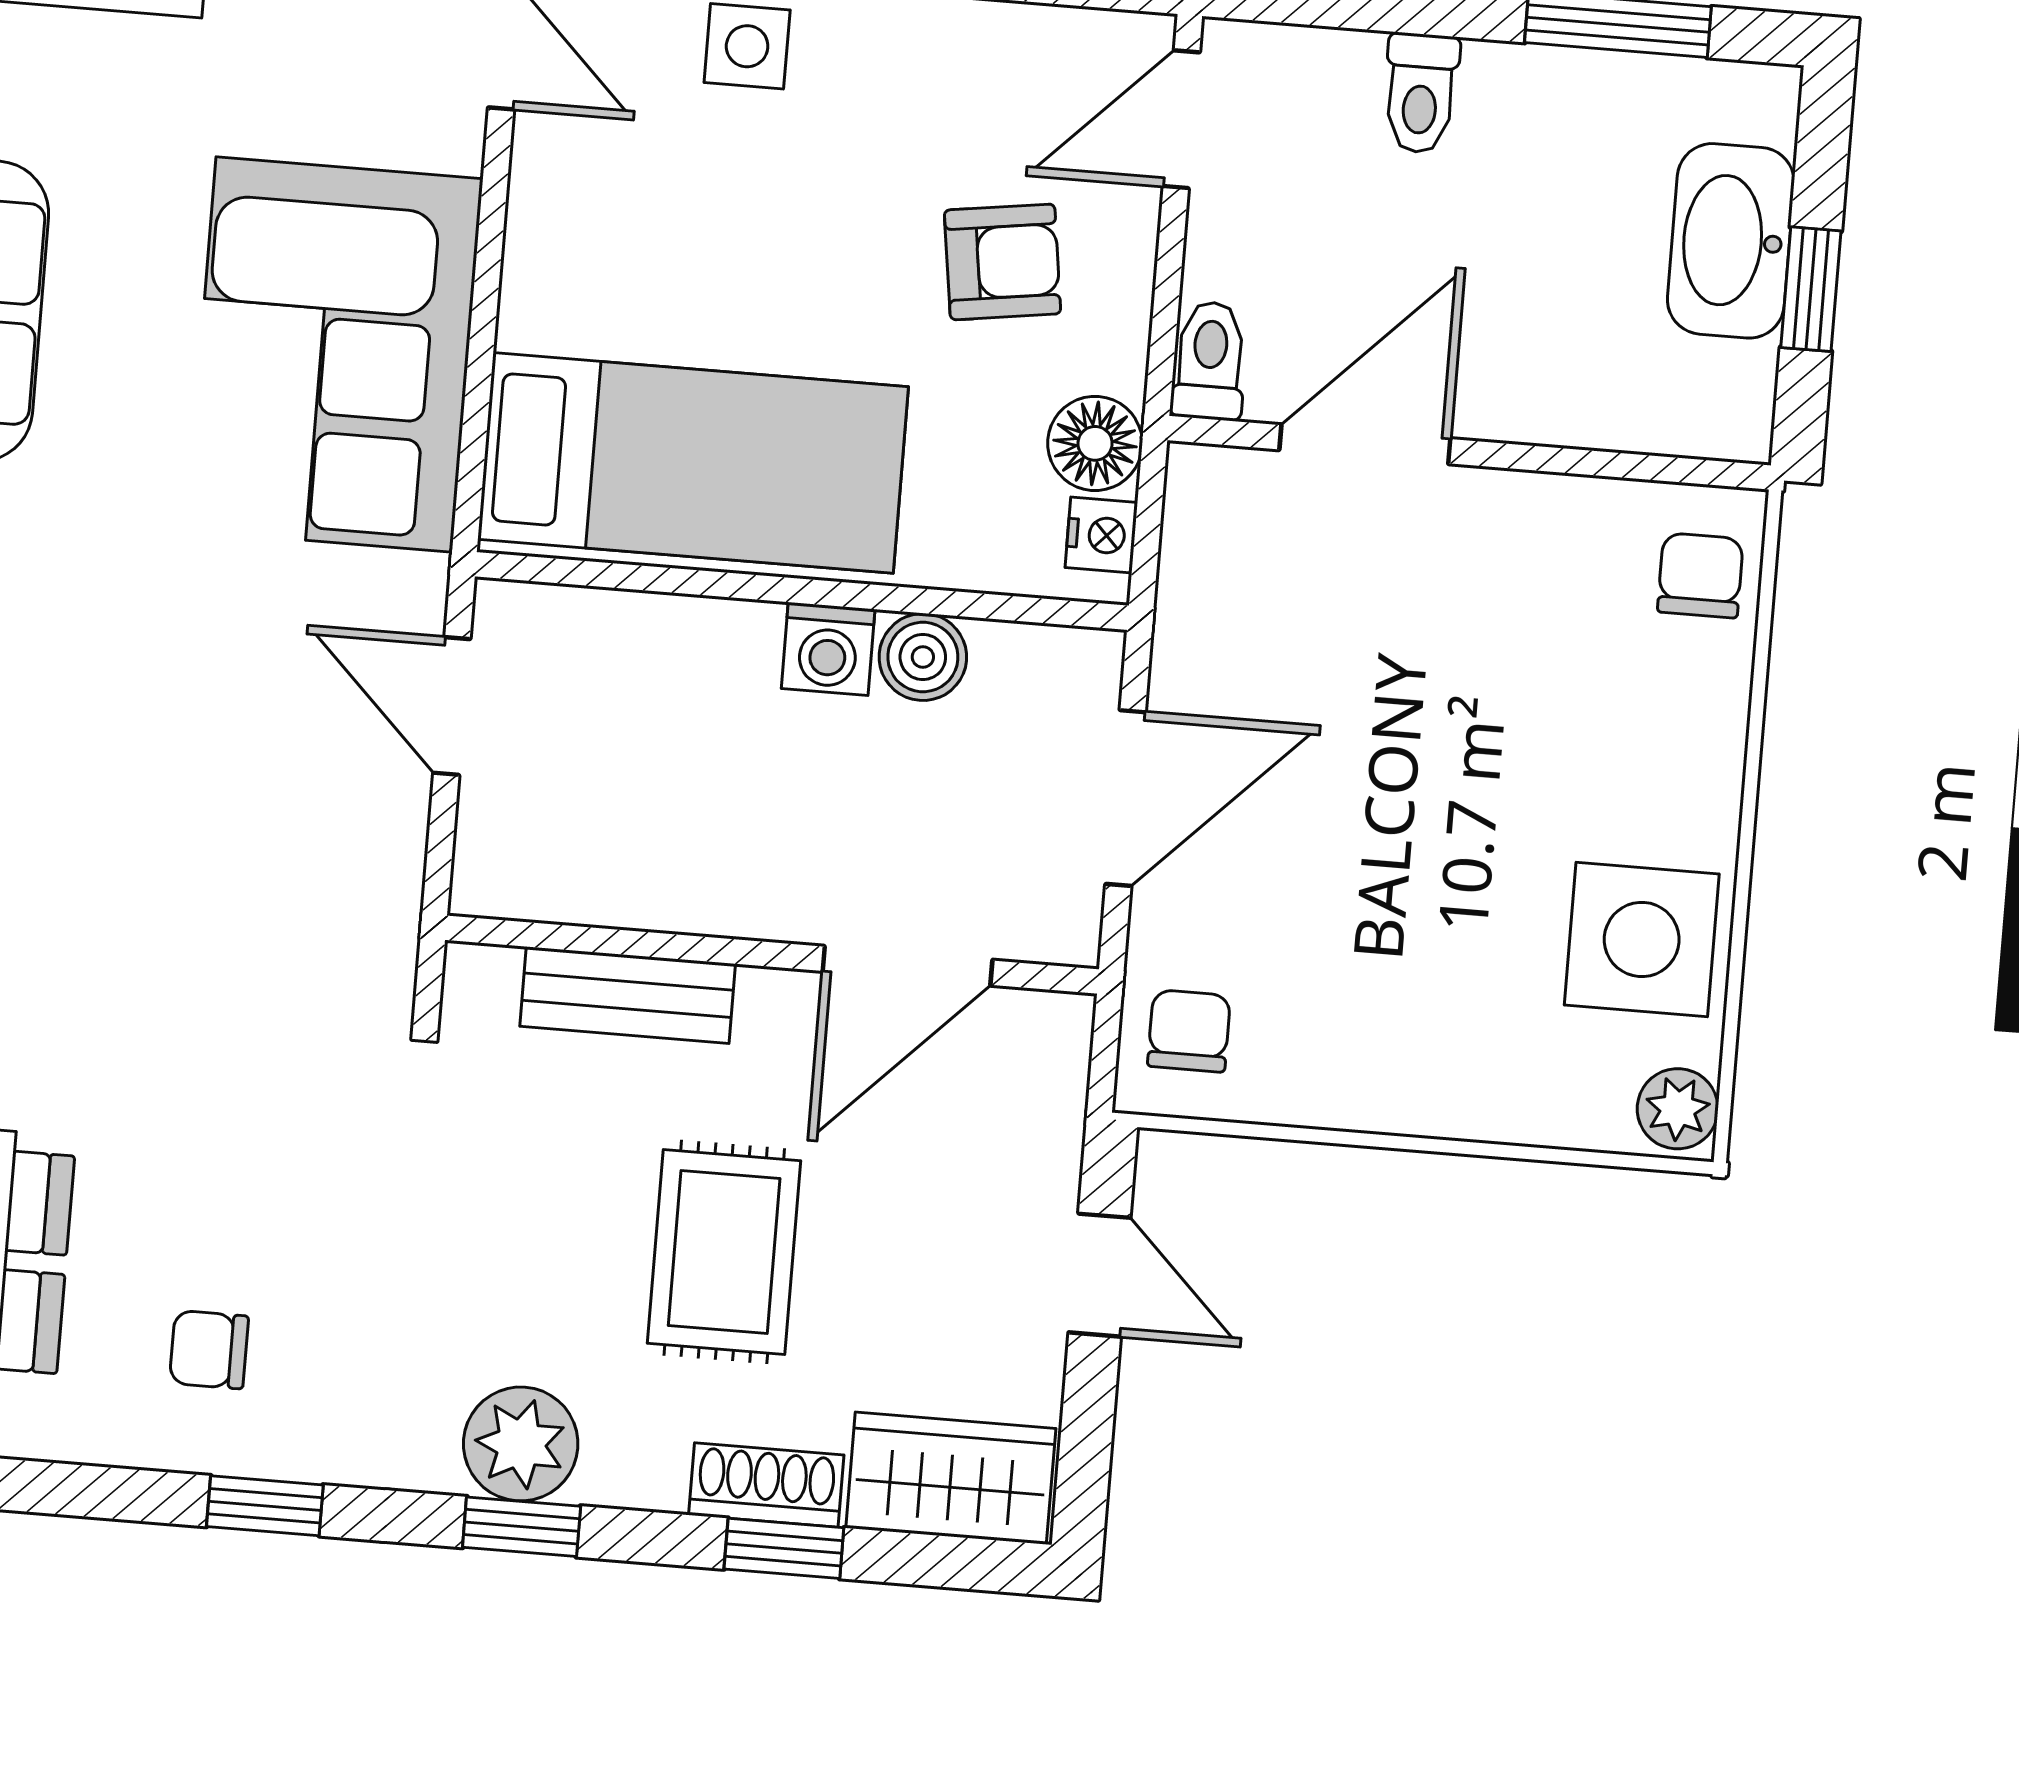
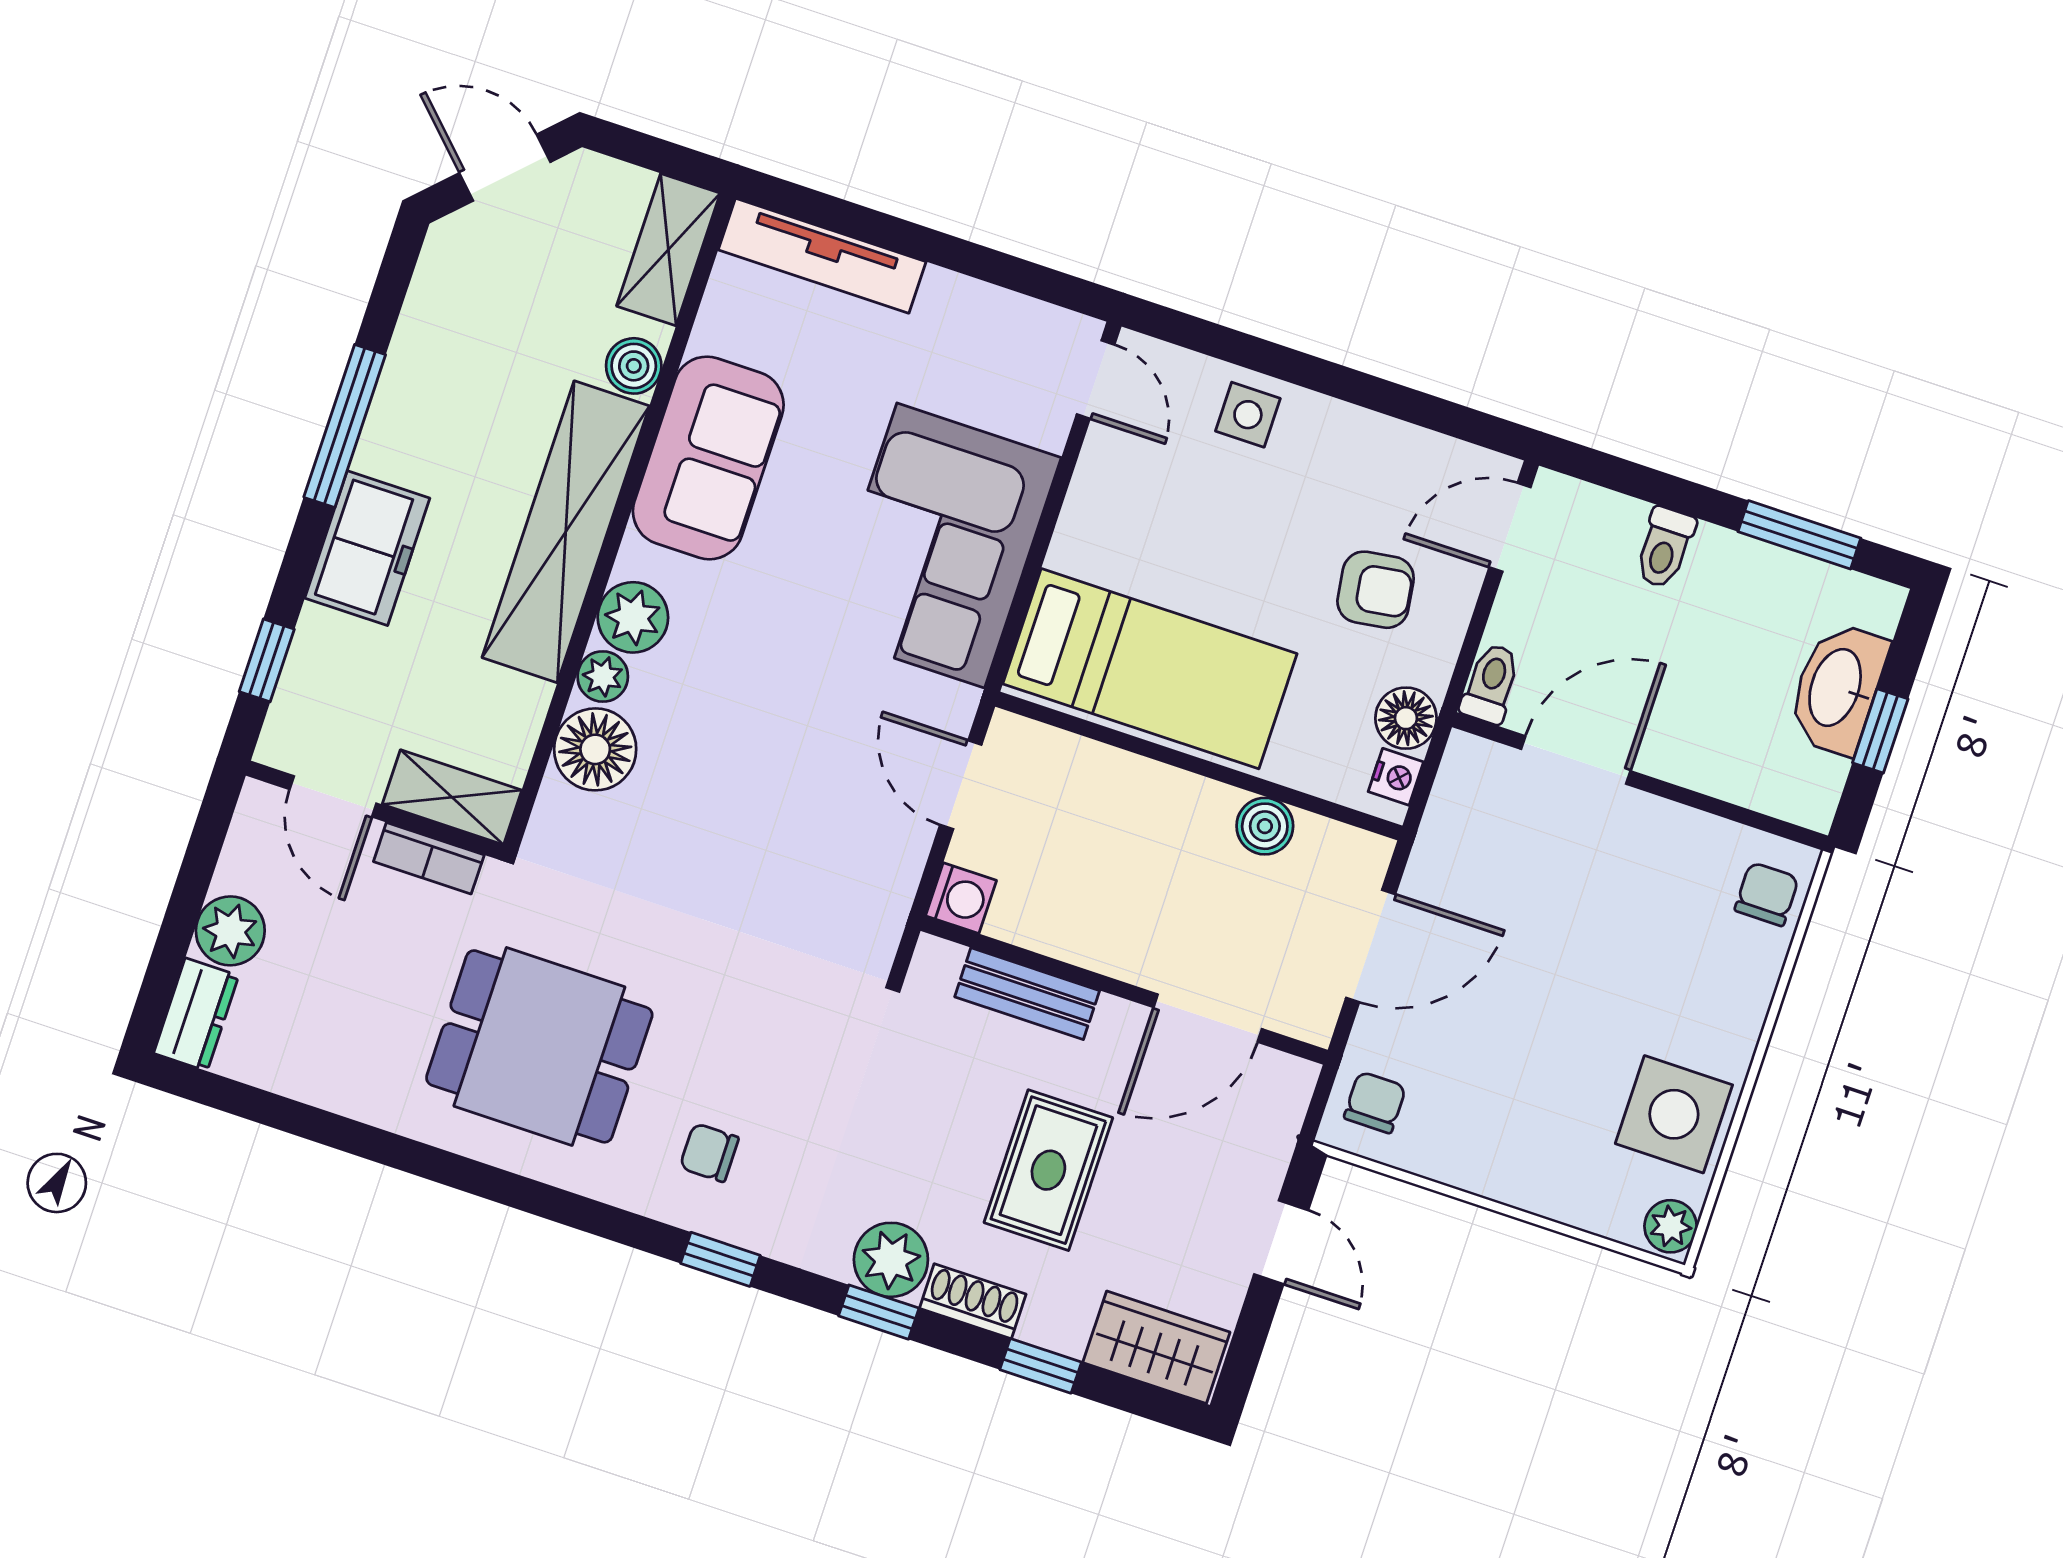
washing machine: (828, 649) -> (961, 898), moved, turned -90
shoe rack: (766, 1485) -> (973, 1301), moved

